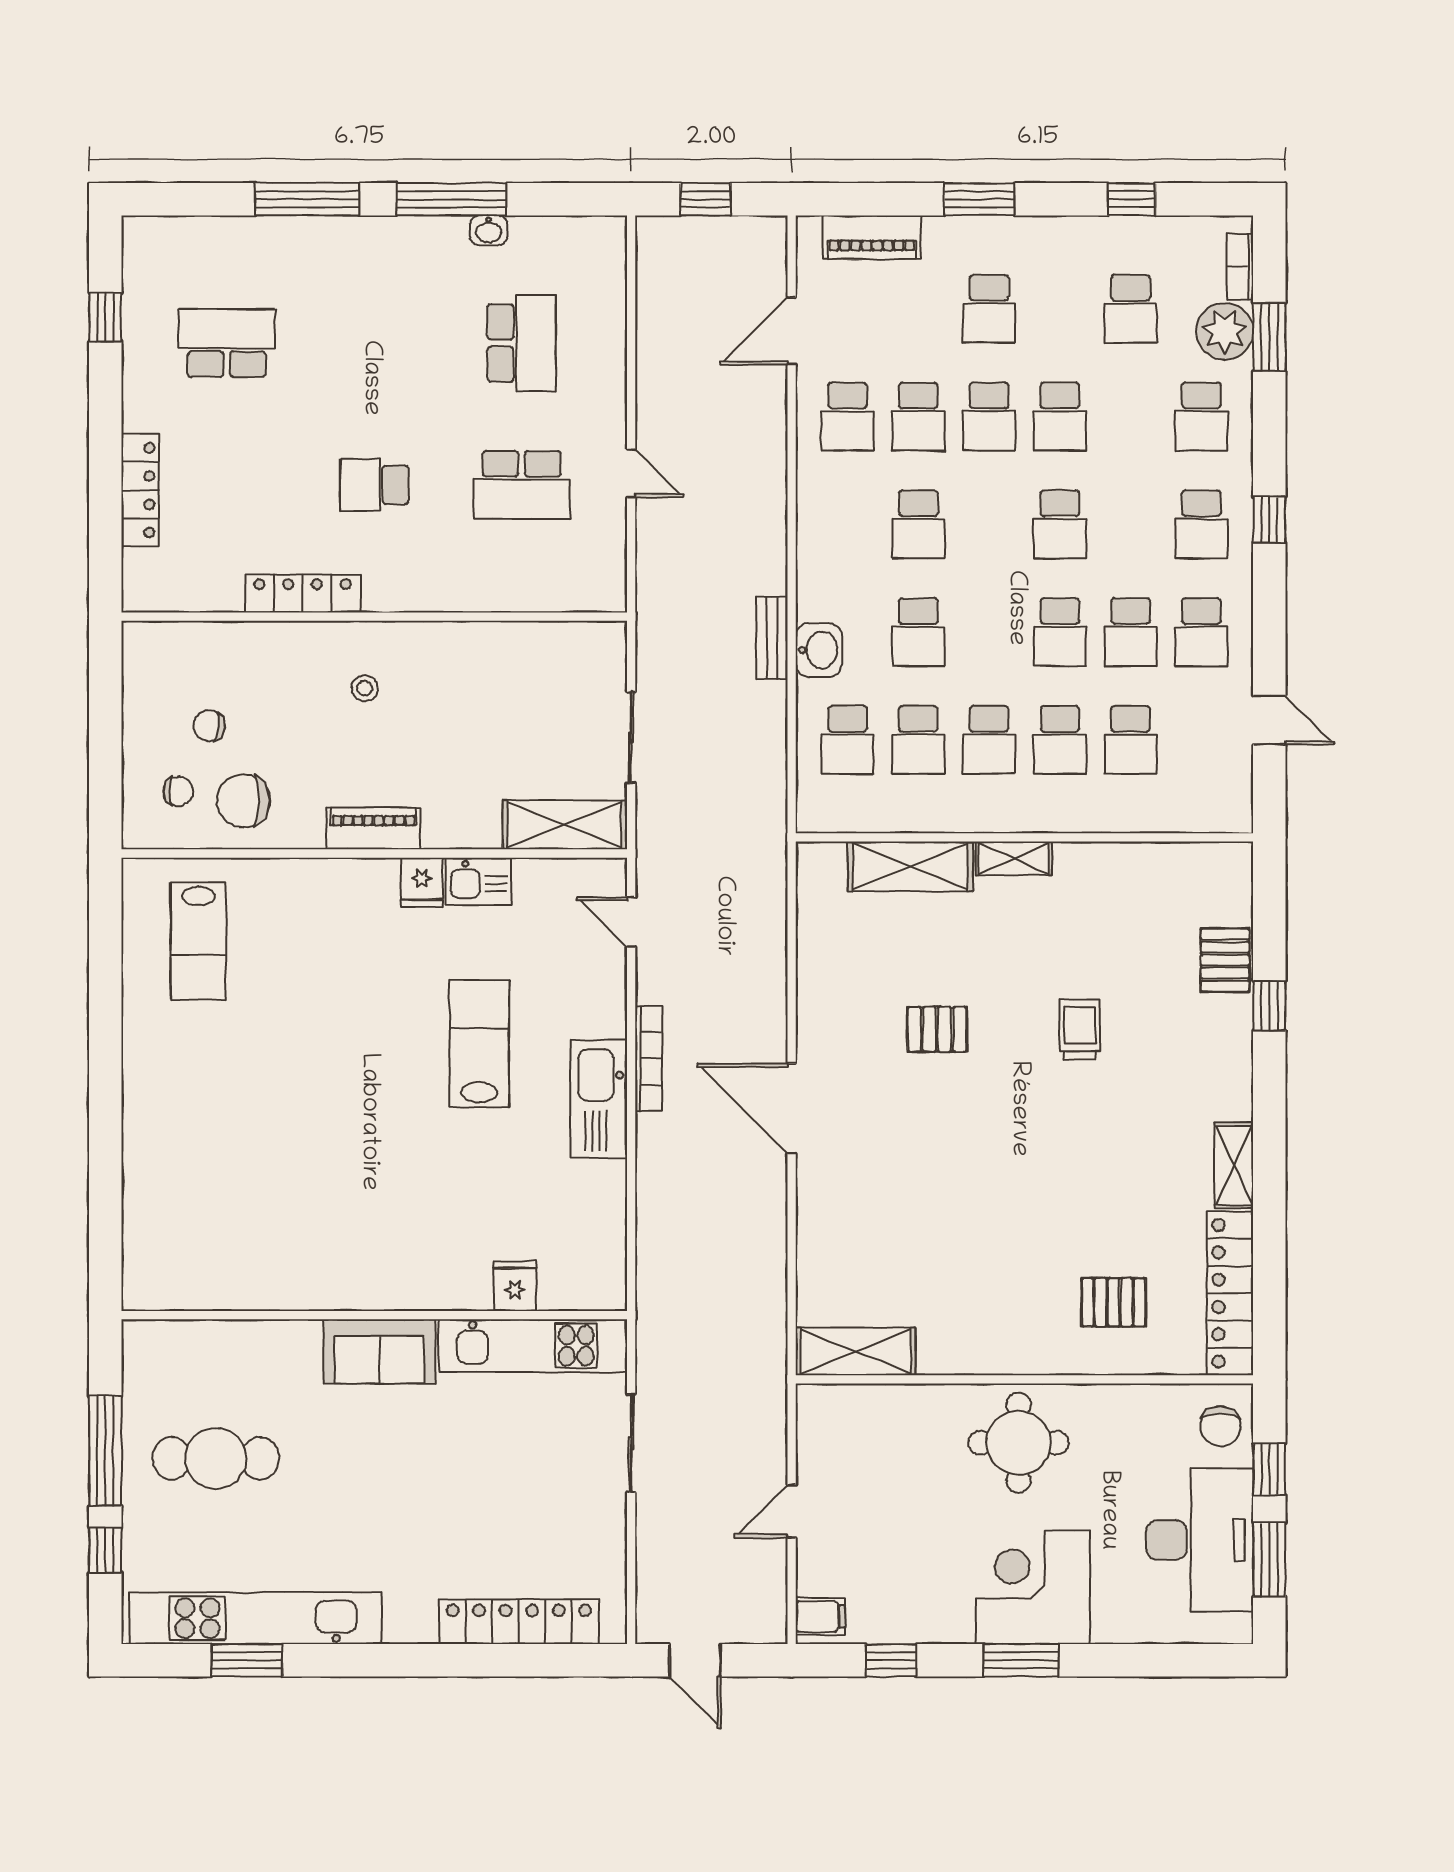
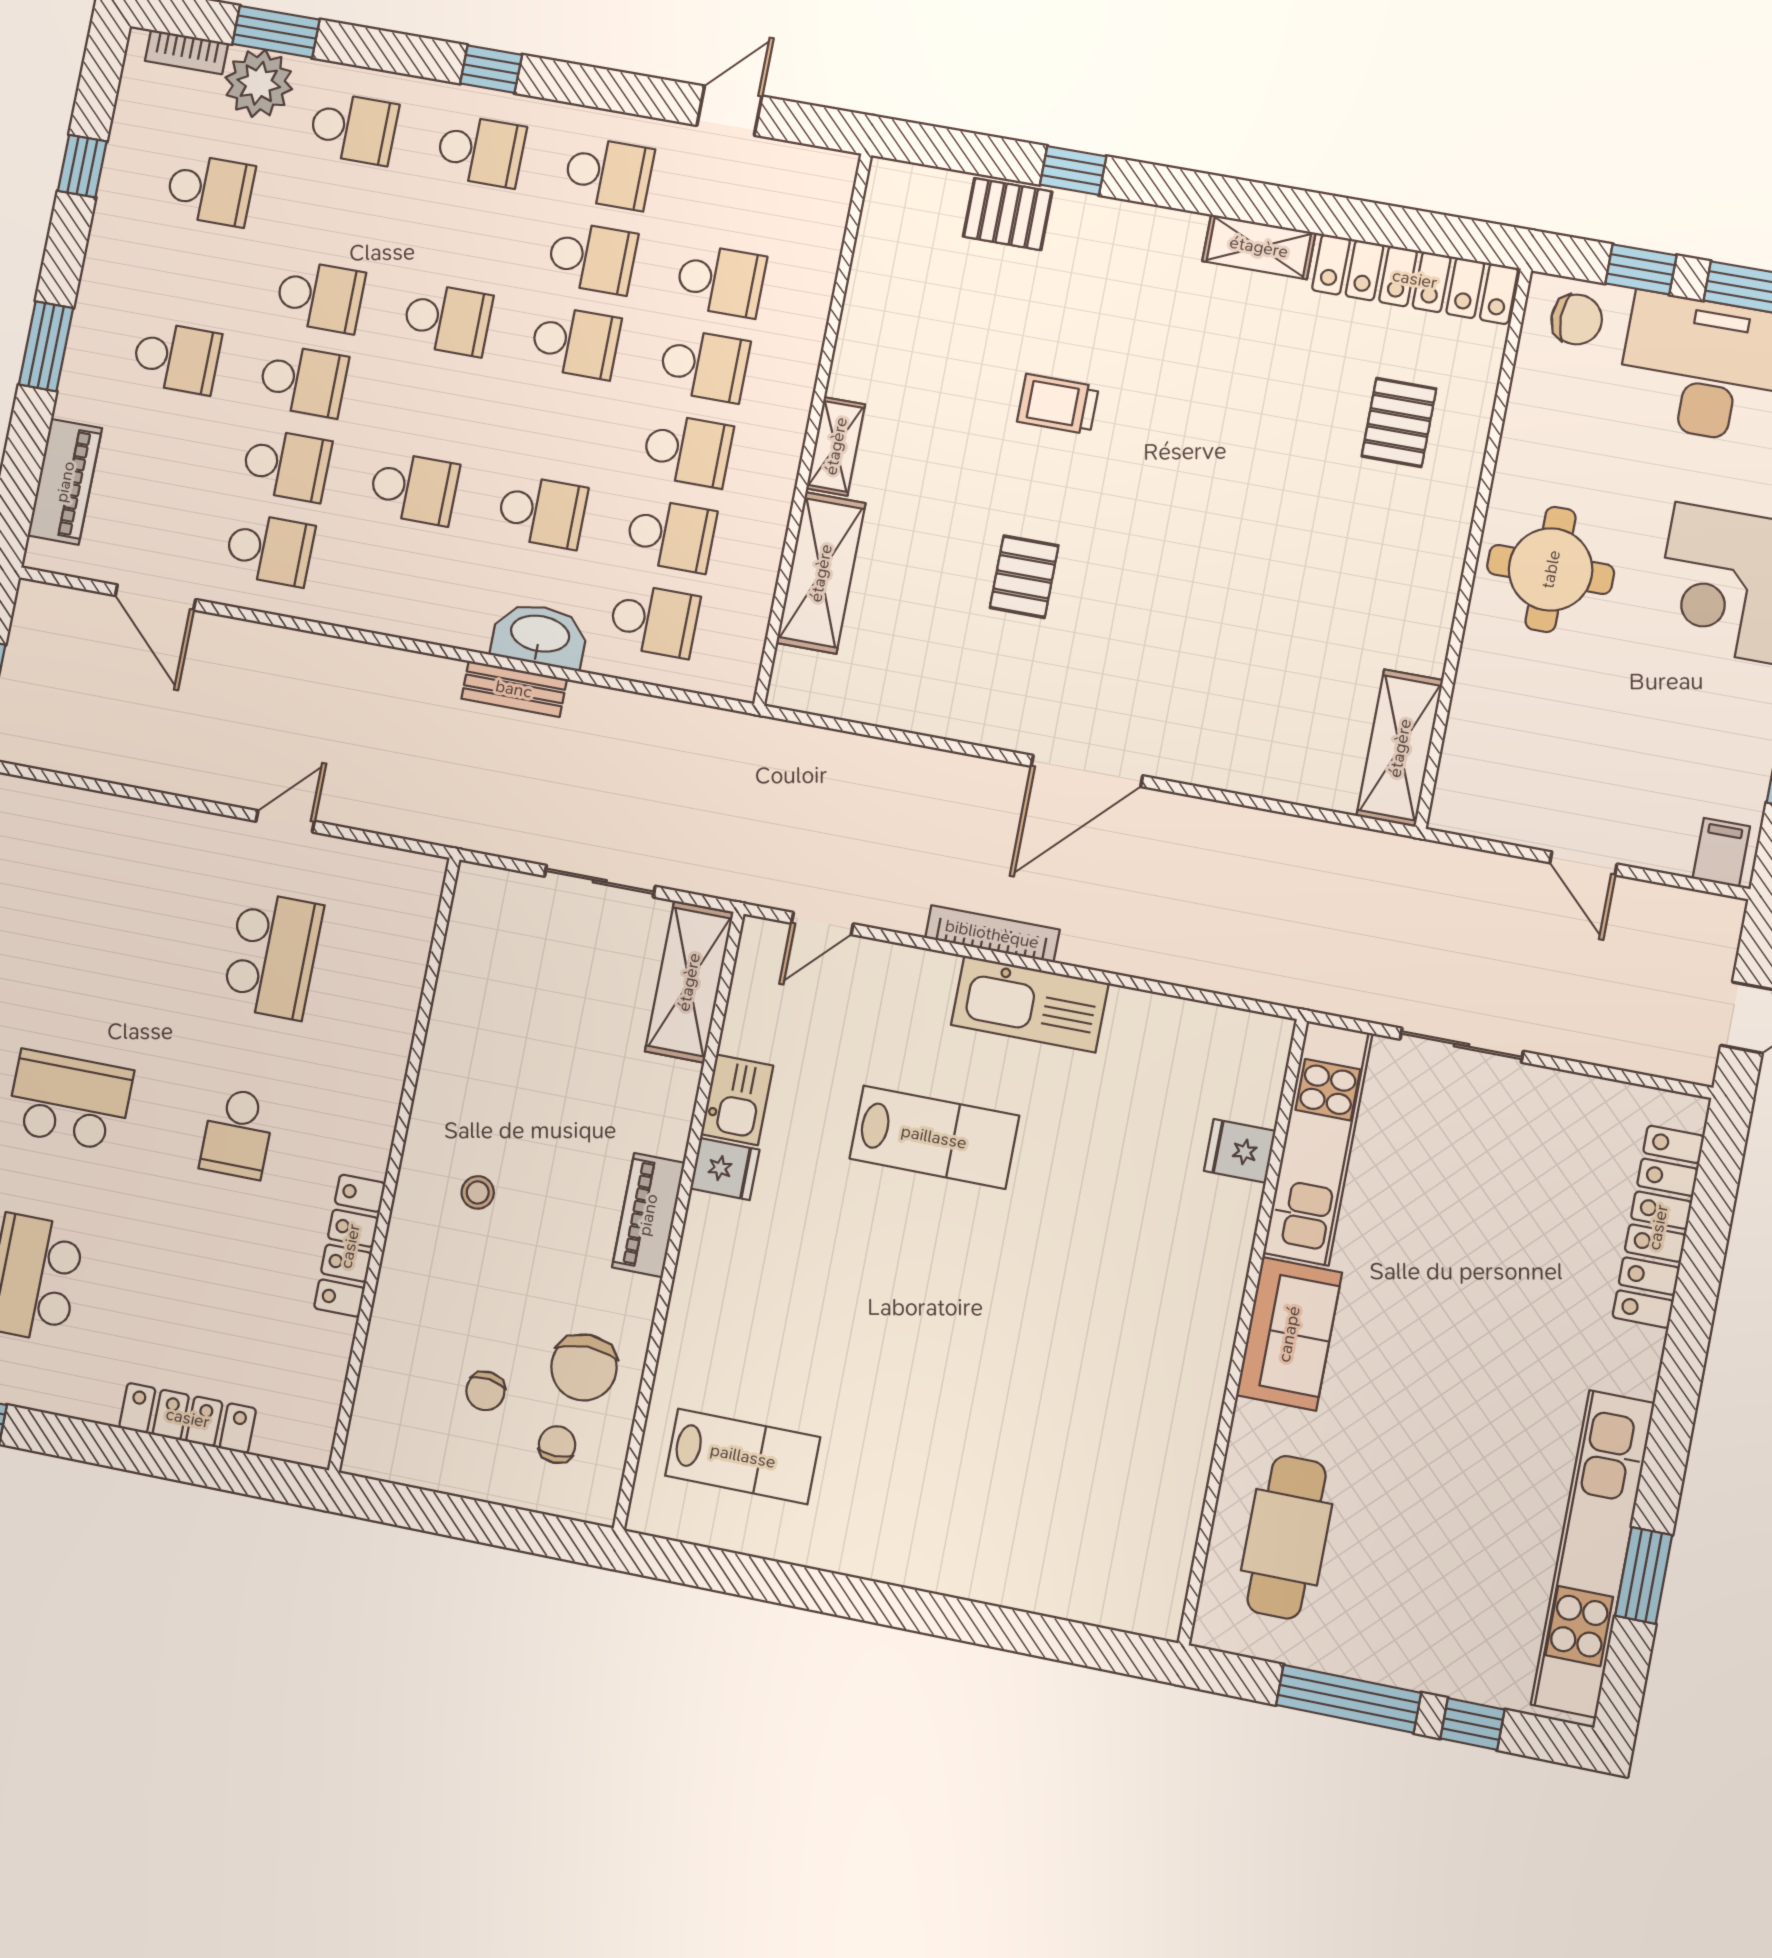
school desk: (522, 343) -> (70, 1100), moved
washbasin: (819, 650) -> (540, 635), width x1.38
lab bench: (479, 1044) -> (934, 1137), turned 180
cafe table: (216, 1458) -> (1287, 1537), moved

